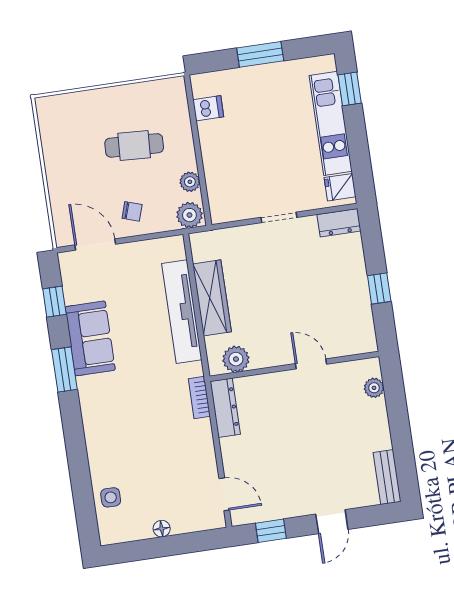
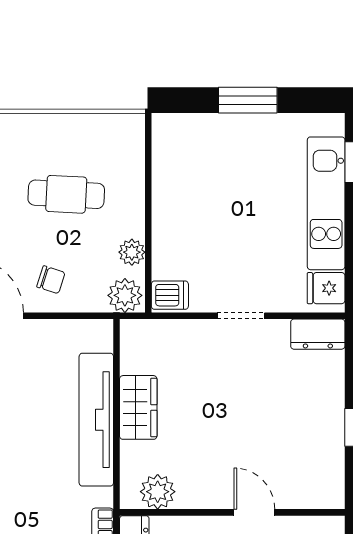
dishwasher: (208, 108) -> (170, 295), moved
wardrobe: (212, 298) -> (138, 407), width x0.67

